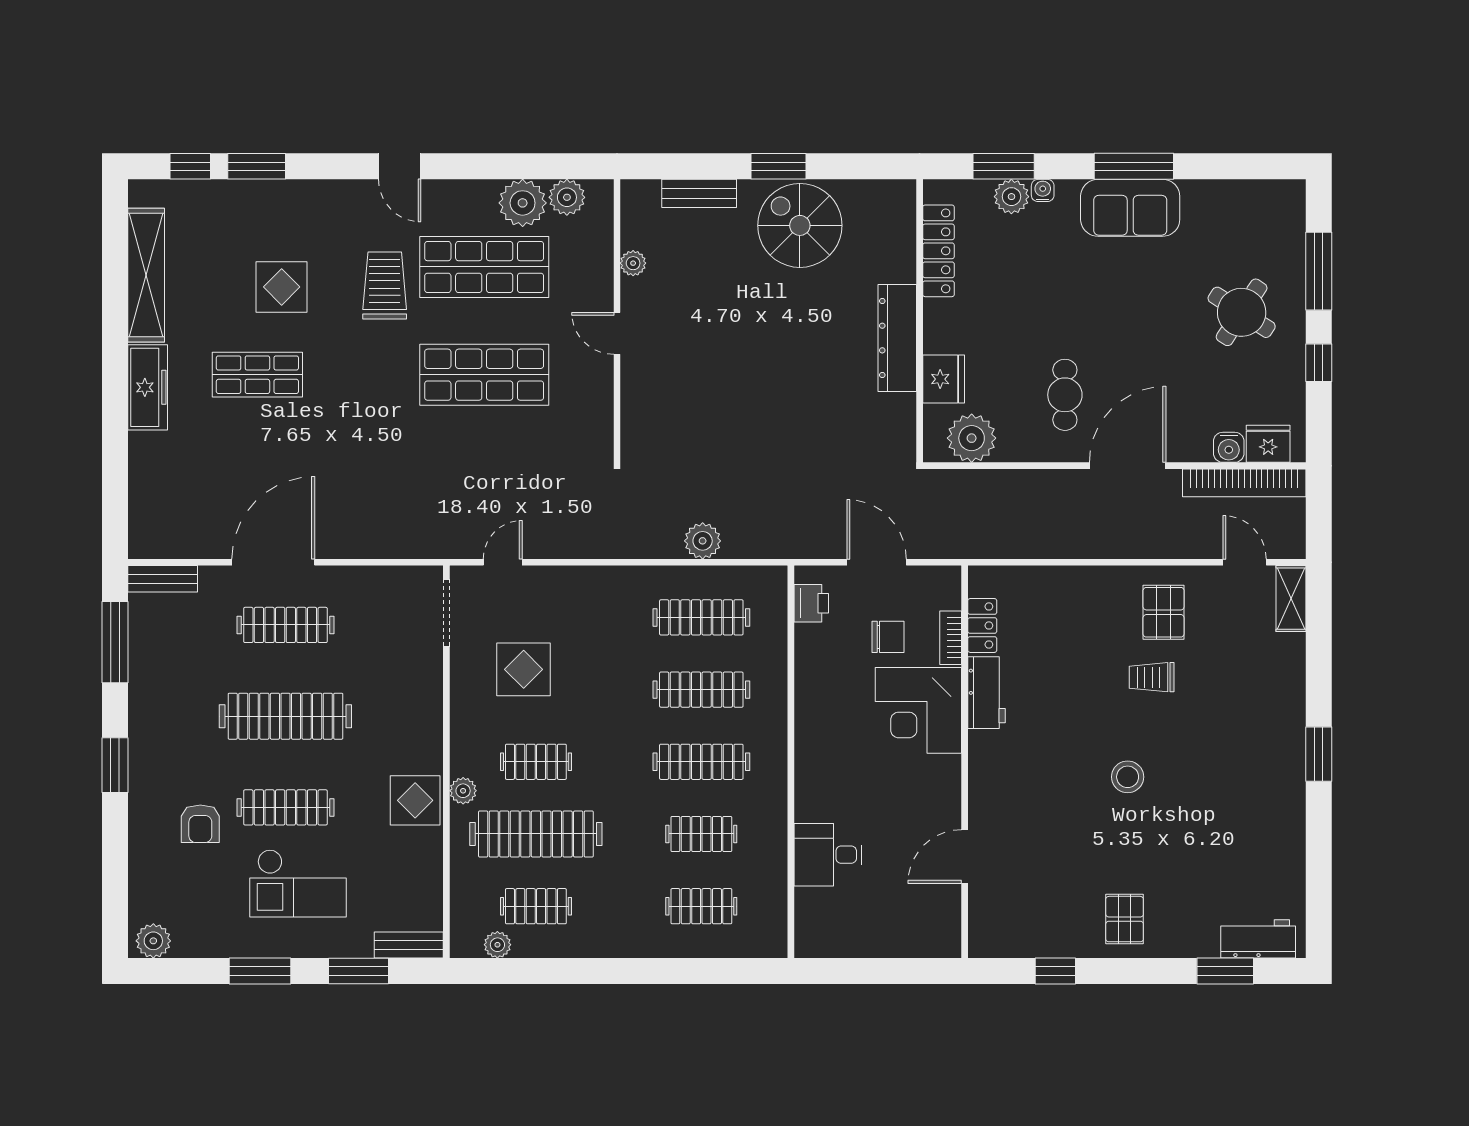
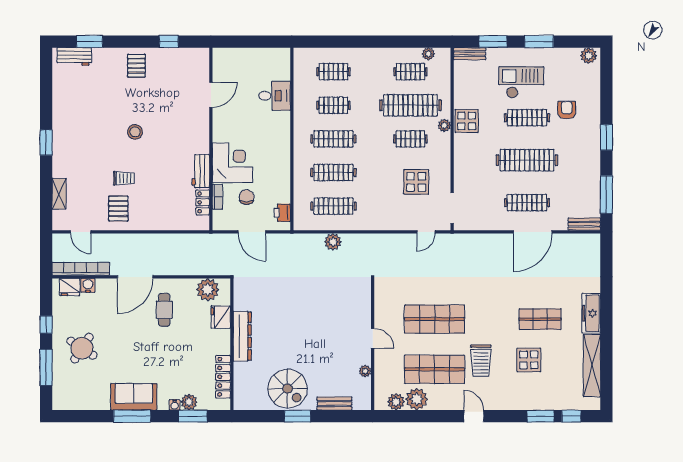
shelving: (1291, 599) -> (59, 194), moved
chair: (888, 637) -> (247, 197), turned 90

